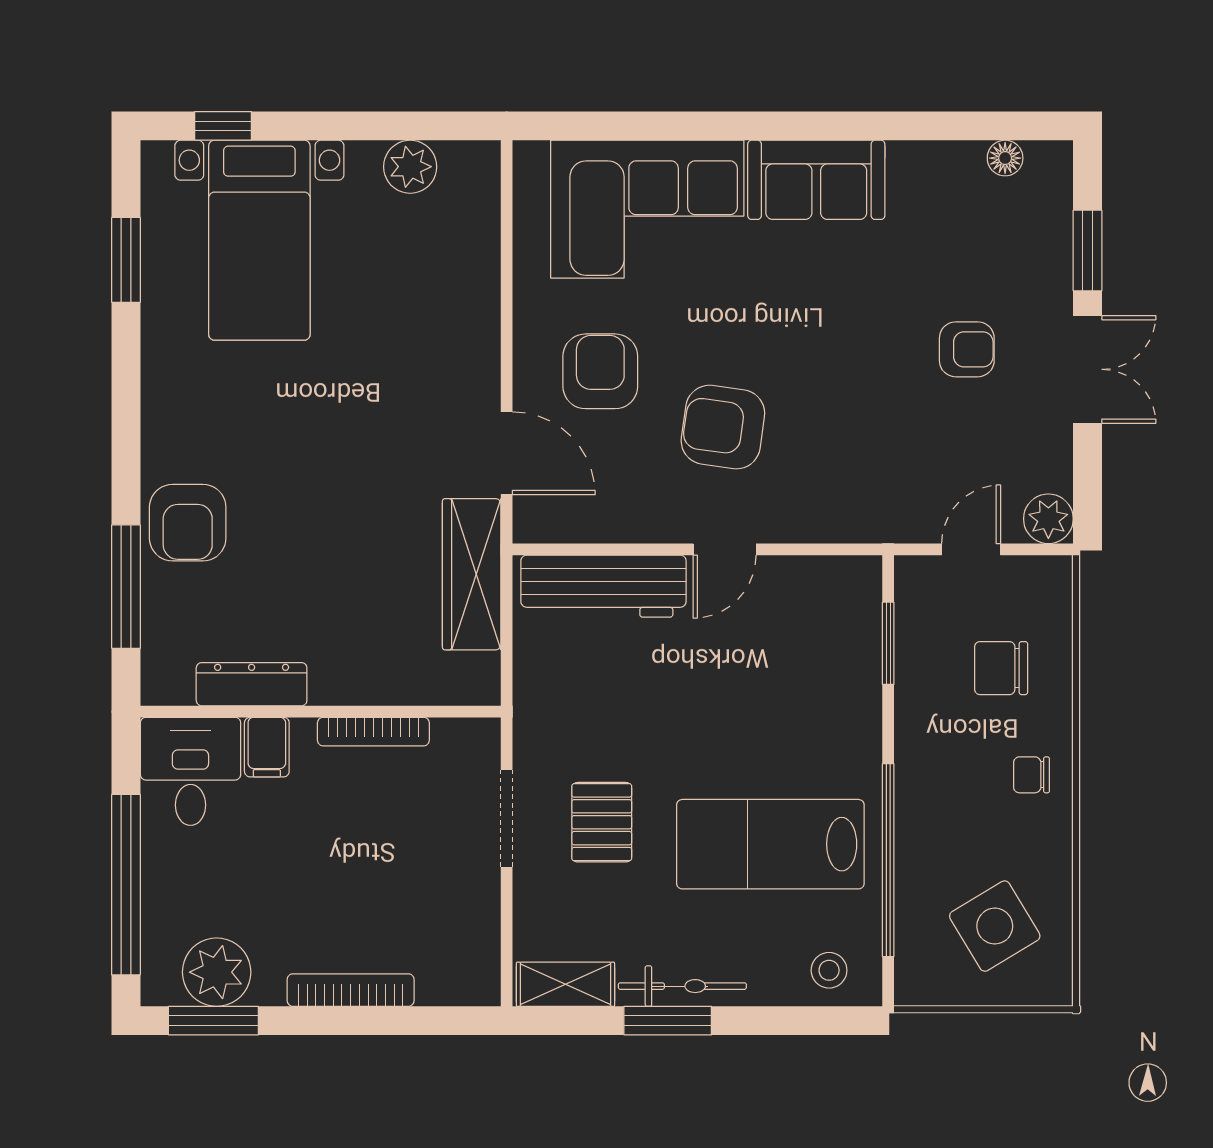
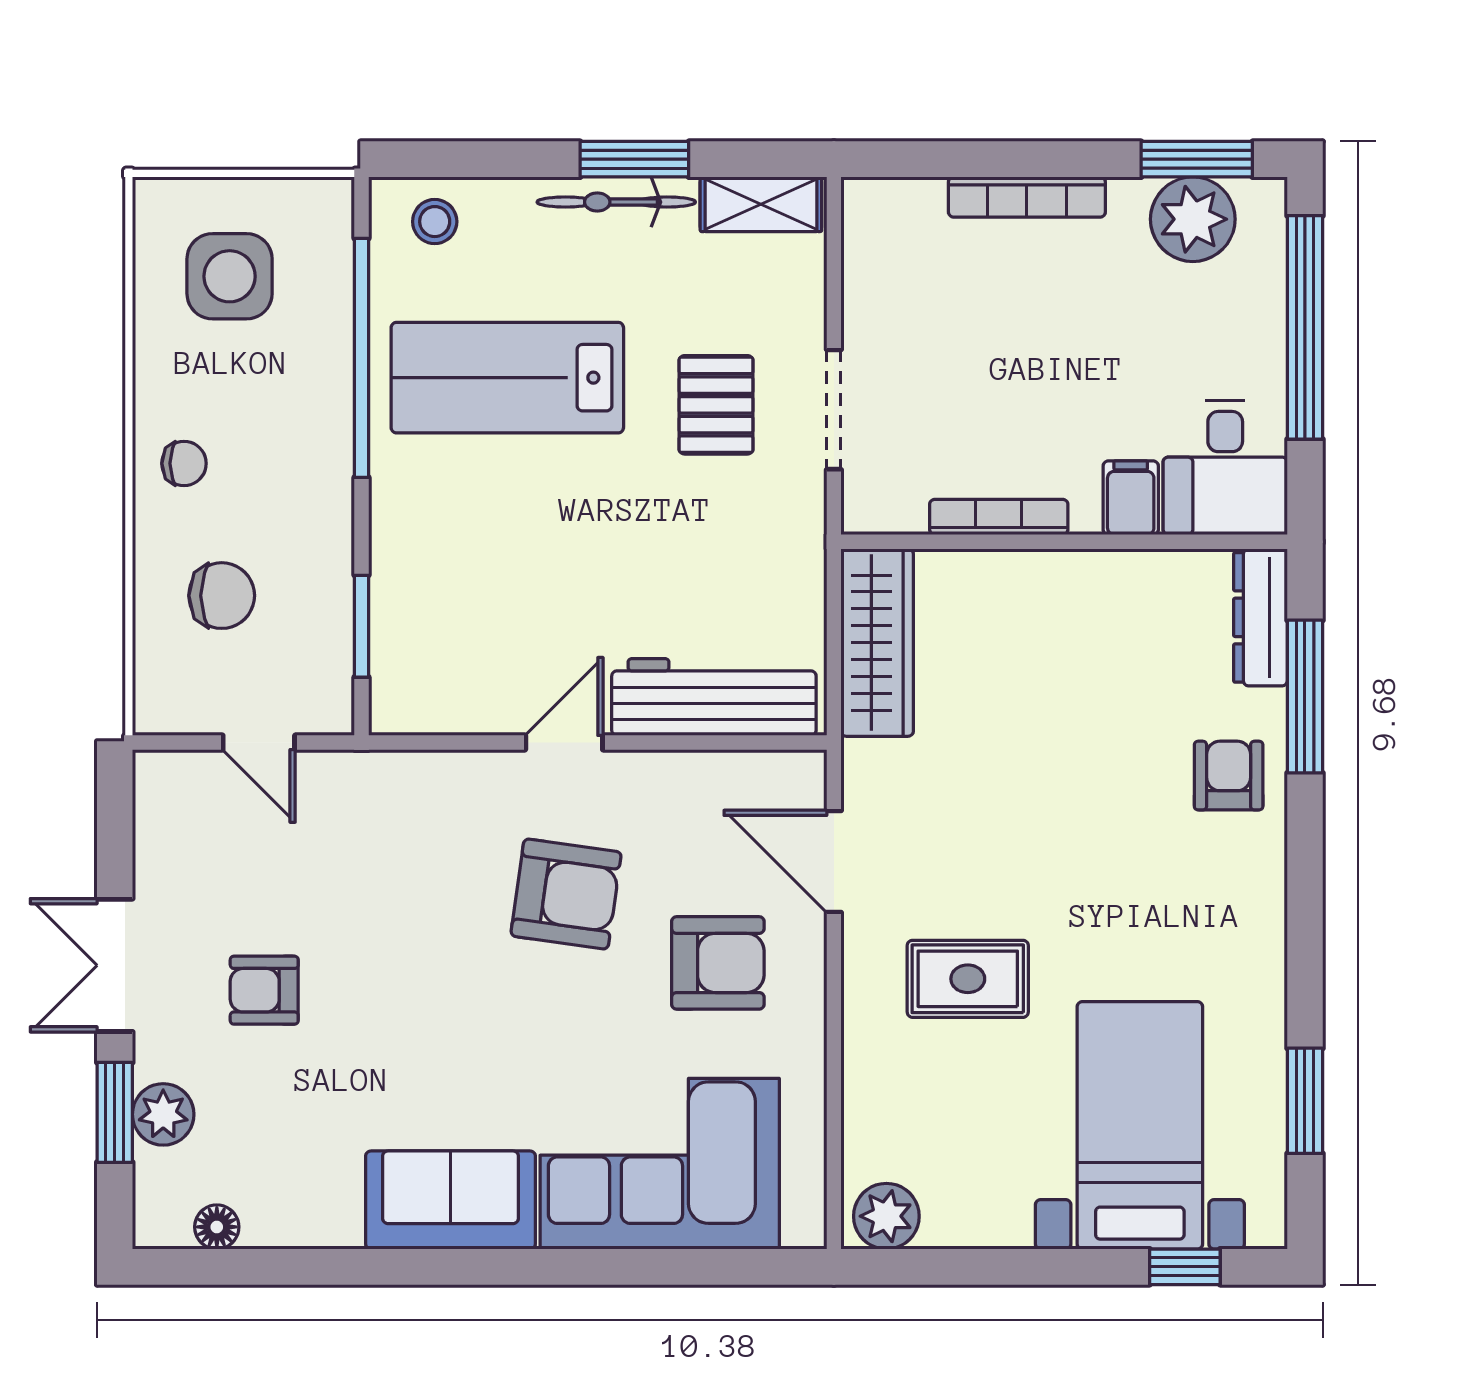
plant: (410, 167) -> (886, 1216), moved
rug: (398, 359) -> (968, 979), added
armchair: (600, 371) -> (718, 963), turned -90
plant: (1048, 519) -> (163, 1114), moved
armchair: (188, 523) -> (1229, 776), width x0.72, depth x0.72
door: (971, 549) -> (259, 743), hinge flipped
wardrobe: (472, 574) -> (877, 643), moved
dresser: (252, 684) -> (1260, 617), moved, turned 90
lab bench: (770, 844) -> (507, 378), turned 180
side table: (995, 926) -> (230, 276), turned 31

